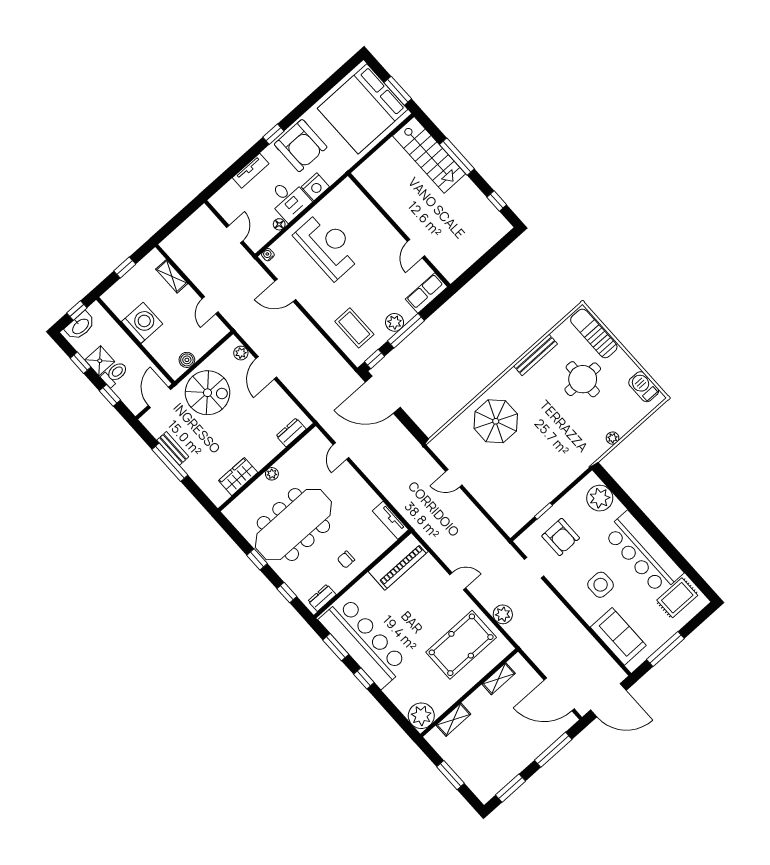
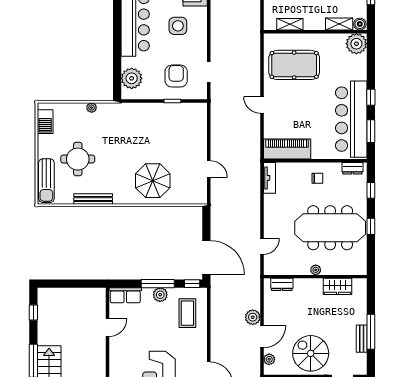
plant: (503, 614) -> (253, 317), moved
boiler: (434, 737) -> (360, 24), added

